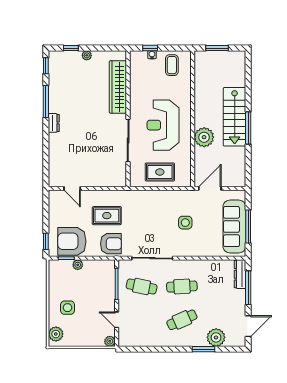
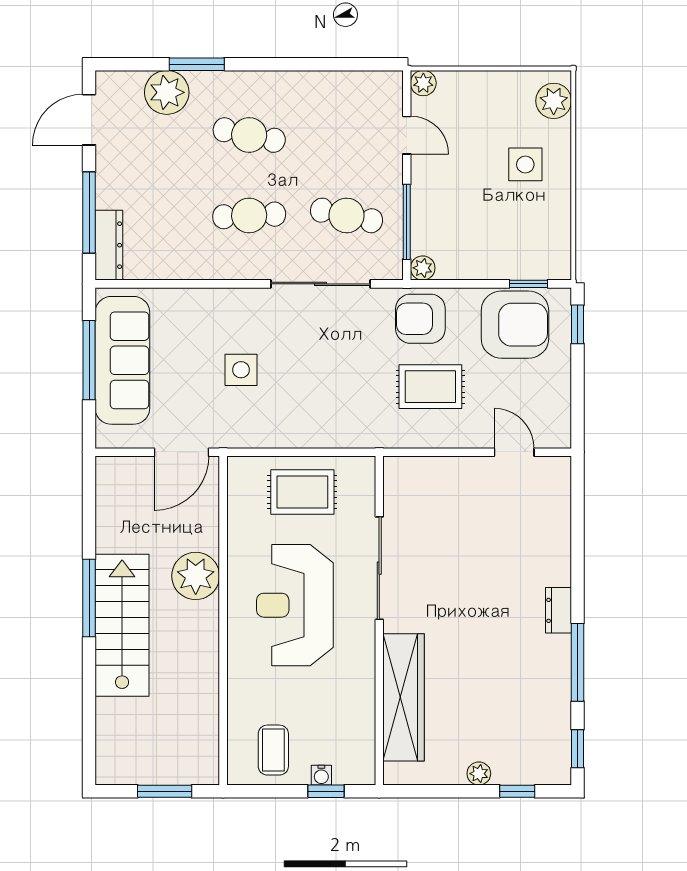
reception desk: (163, 125) -> (295, 605), turned 180
plant: (78, 265) -> (423, 268), moved
cafe table: (182, 320) -> (249, 135), turned 36

